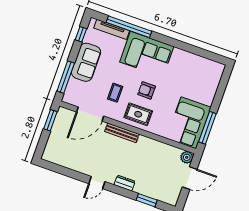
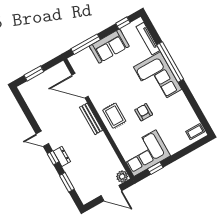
window: (129, 27) -> (170, 62), moved
armchair: (147, 90) -> (144, 112), moved
coffee table: (115, 93) -> (195, 132), moved
window: (50, 120) -> (34, 73), moved
window: (207, 128) -> (155, 168), width x0.46
window: (119, 190) -> (53, 158), added

